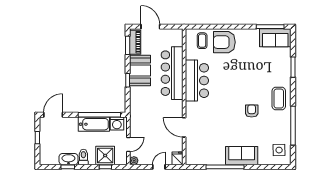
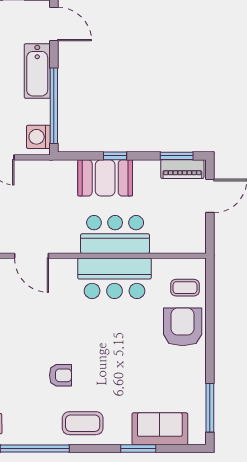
sofa: (275, 38) -> (160, 429), moved, turned 90
booth: (140, 71) -> (105, 178), moved
bar counter: (172, 73) -> (115, 234), width x0.73
bathtub: (94, 124) -> (37, 71), moved
door: (184, 127) -> (32, 256), swing flipped

